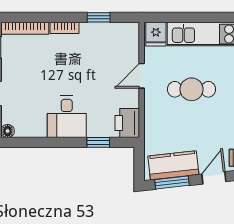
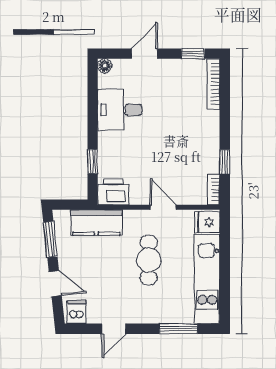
bookcase: (65, 28) -> (214, 190), moved
desk: (67, 117) -> (120, 110), moved
kitchen counter: (173, 165) -> (96, 223), moved, turned 96

